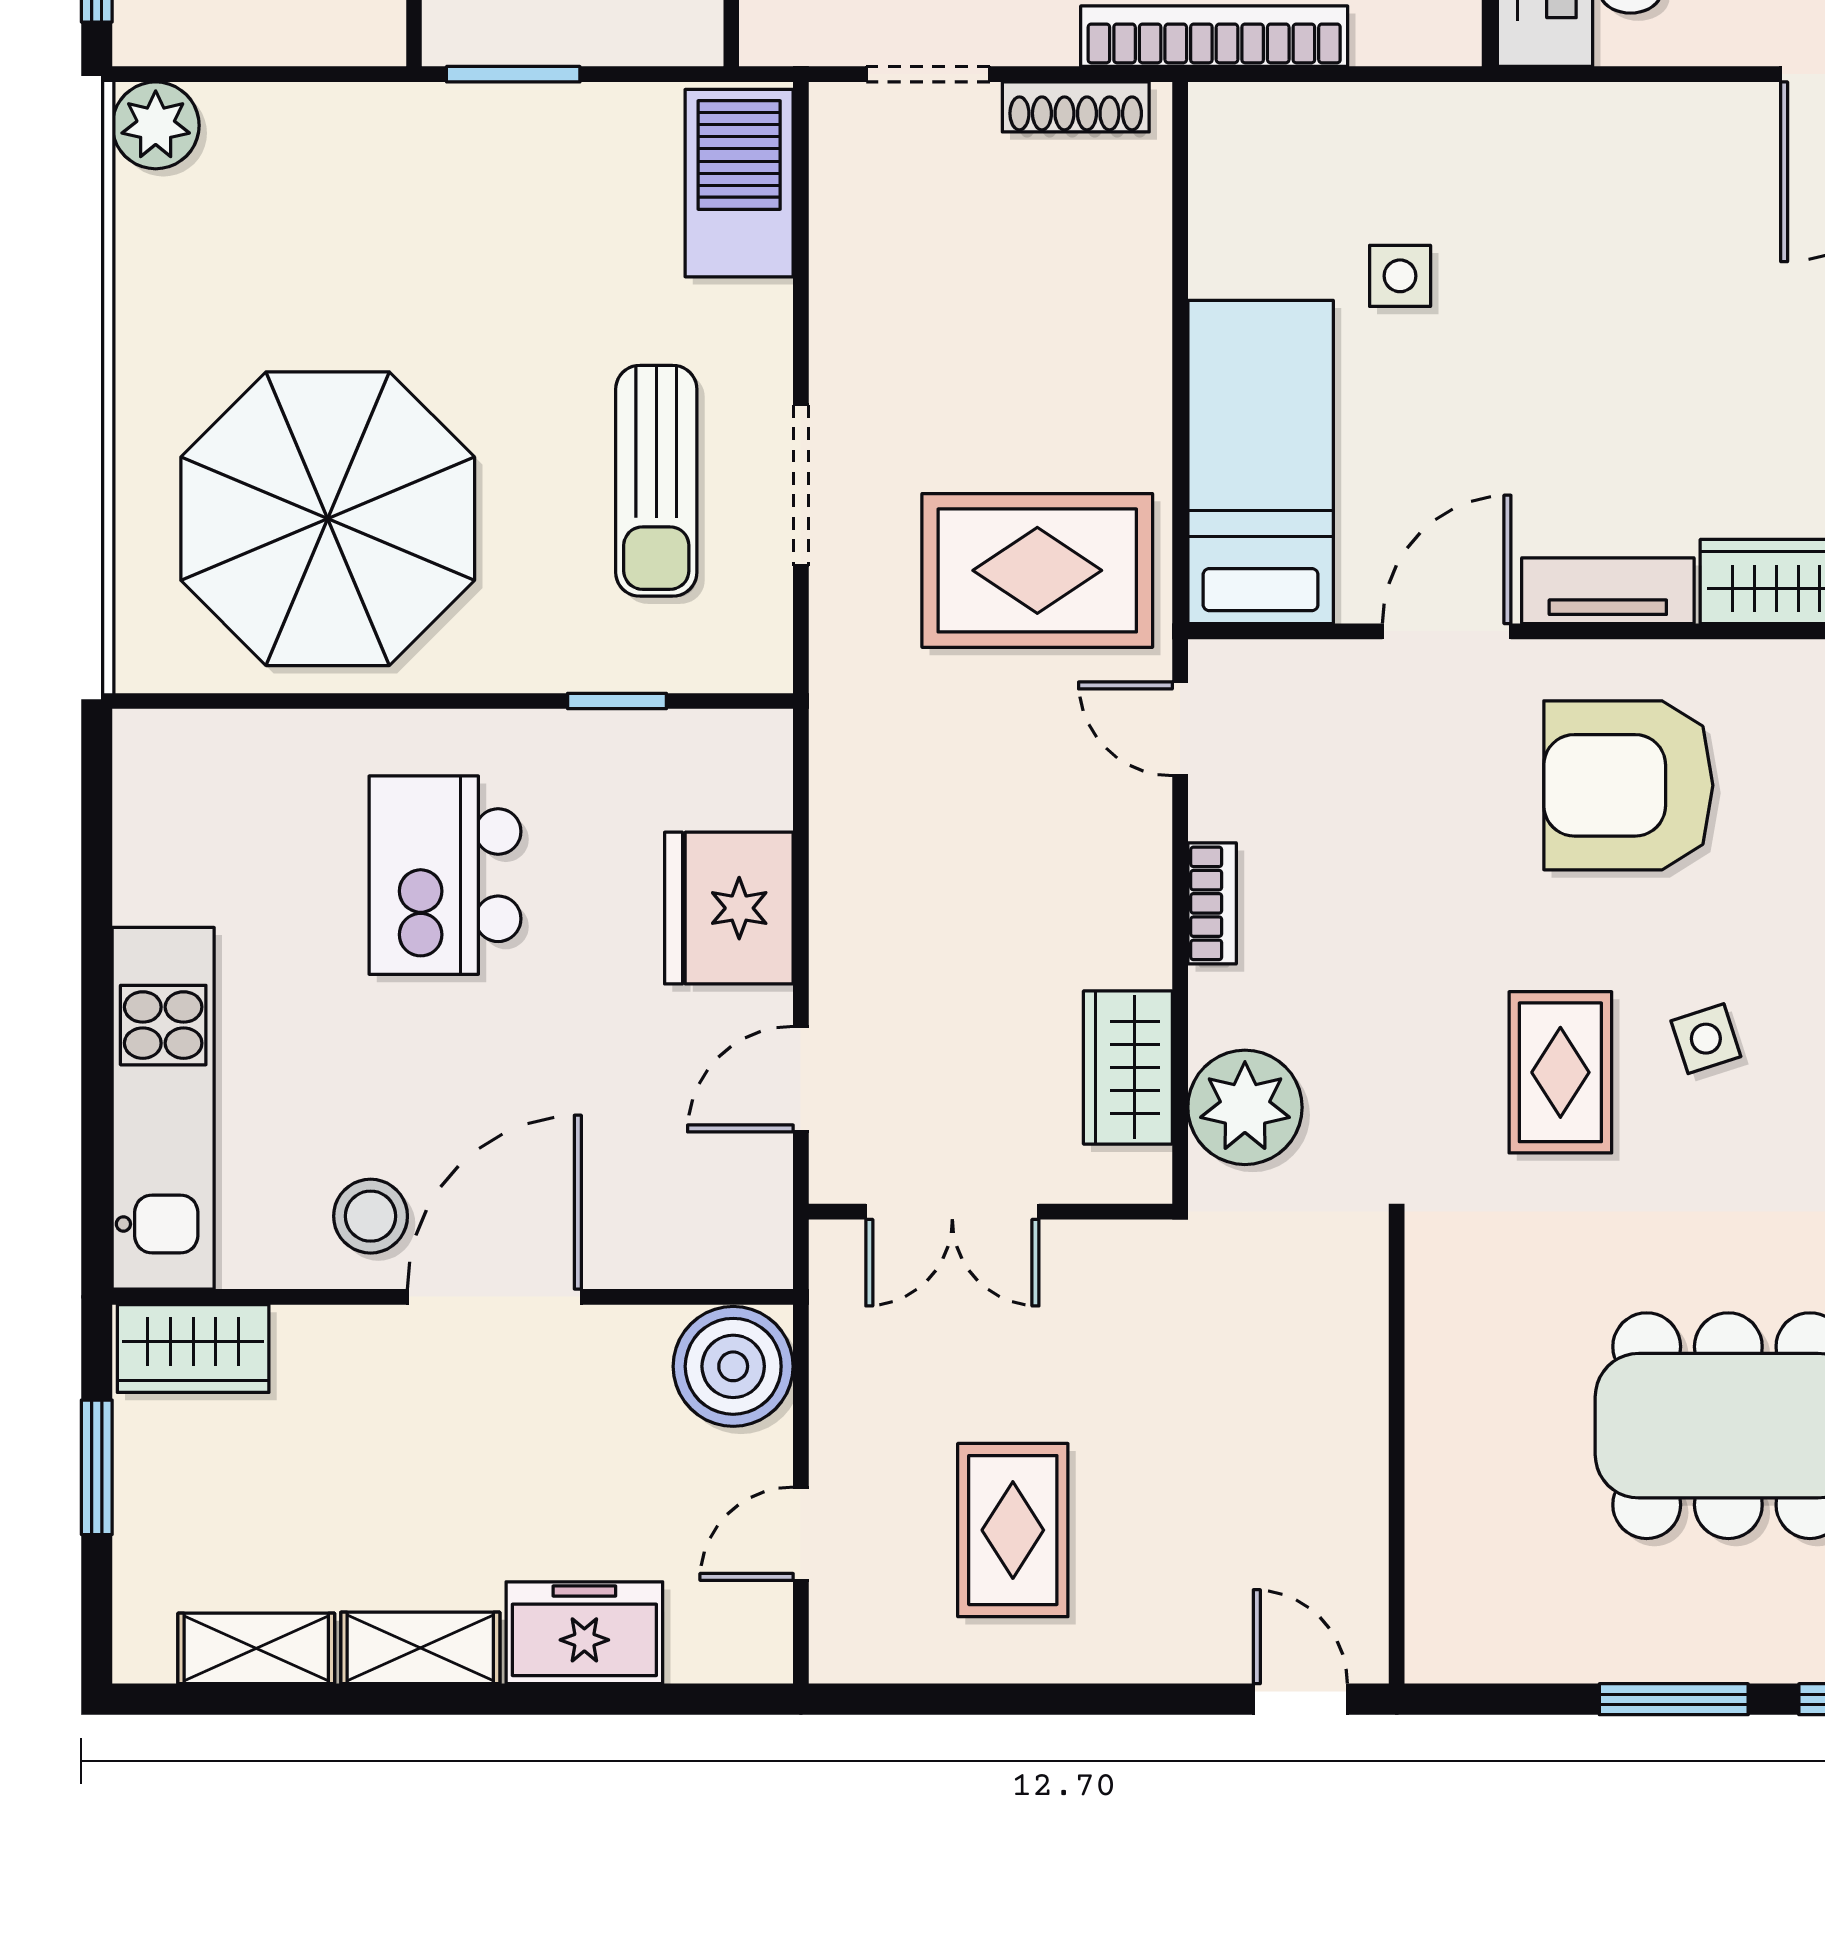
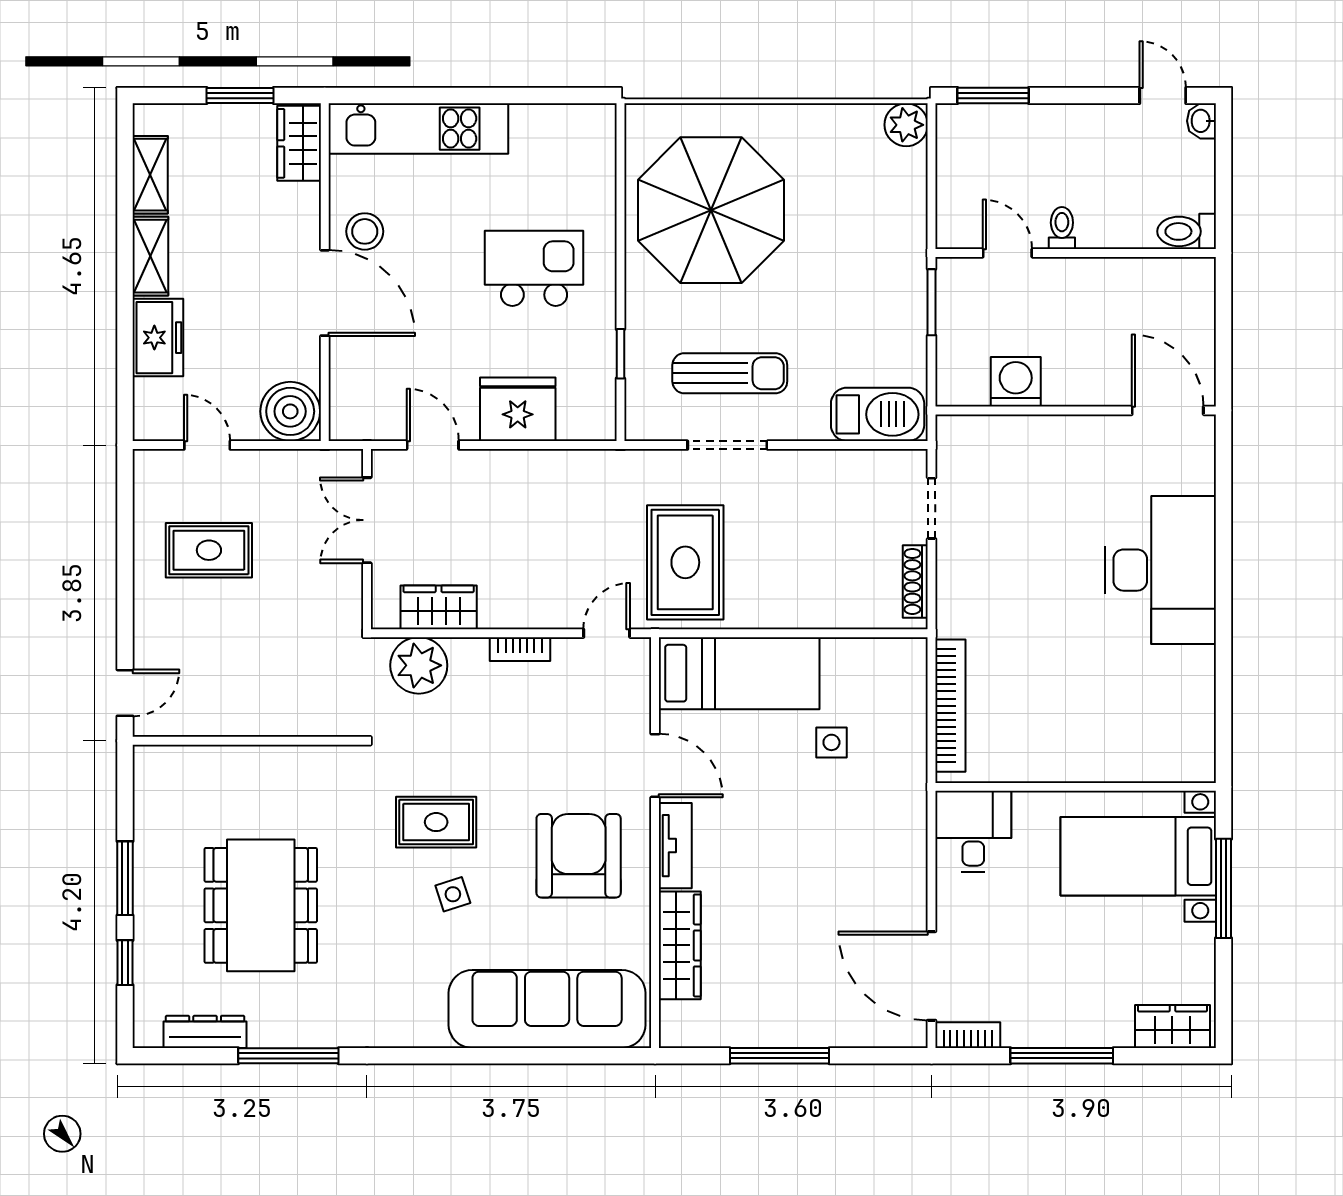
bookcase: (1214, 36) -> (950, 706), moved
sun lounger: (656, 481) -> (730, 373), turned 180

